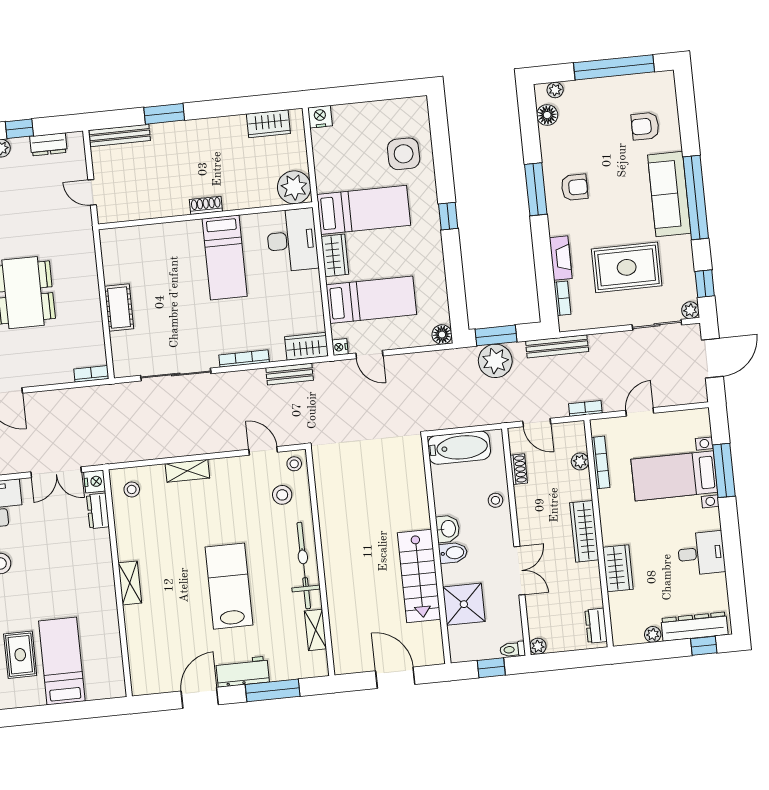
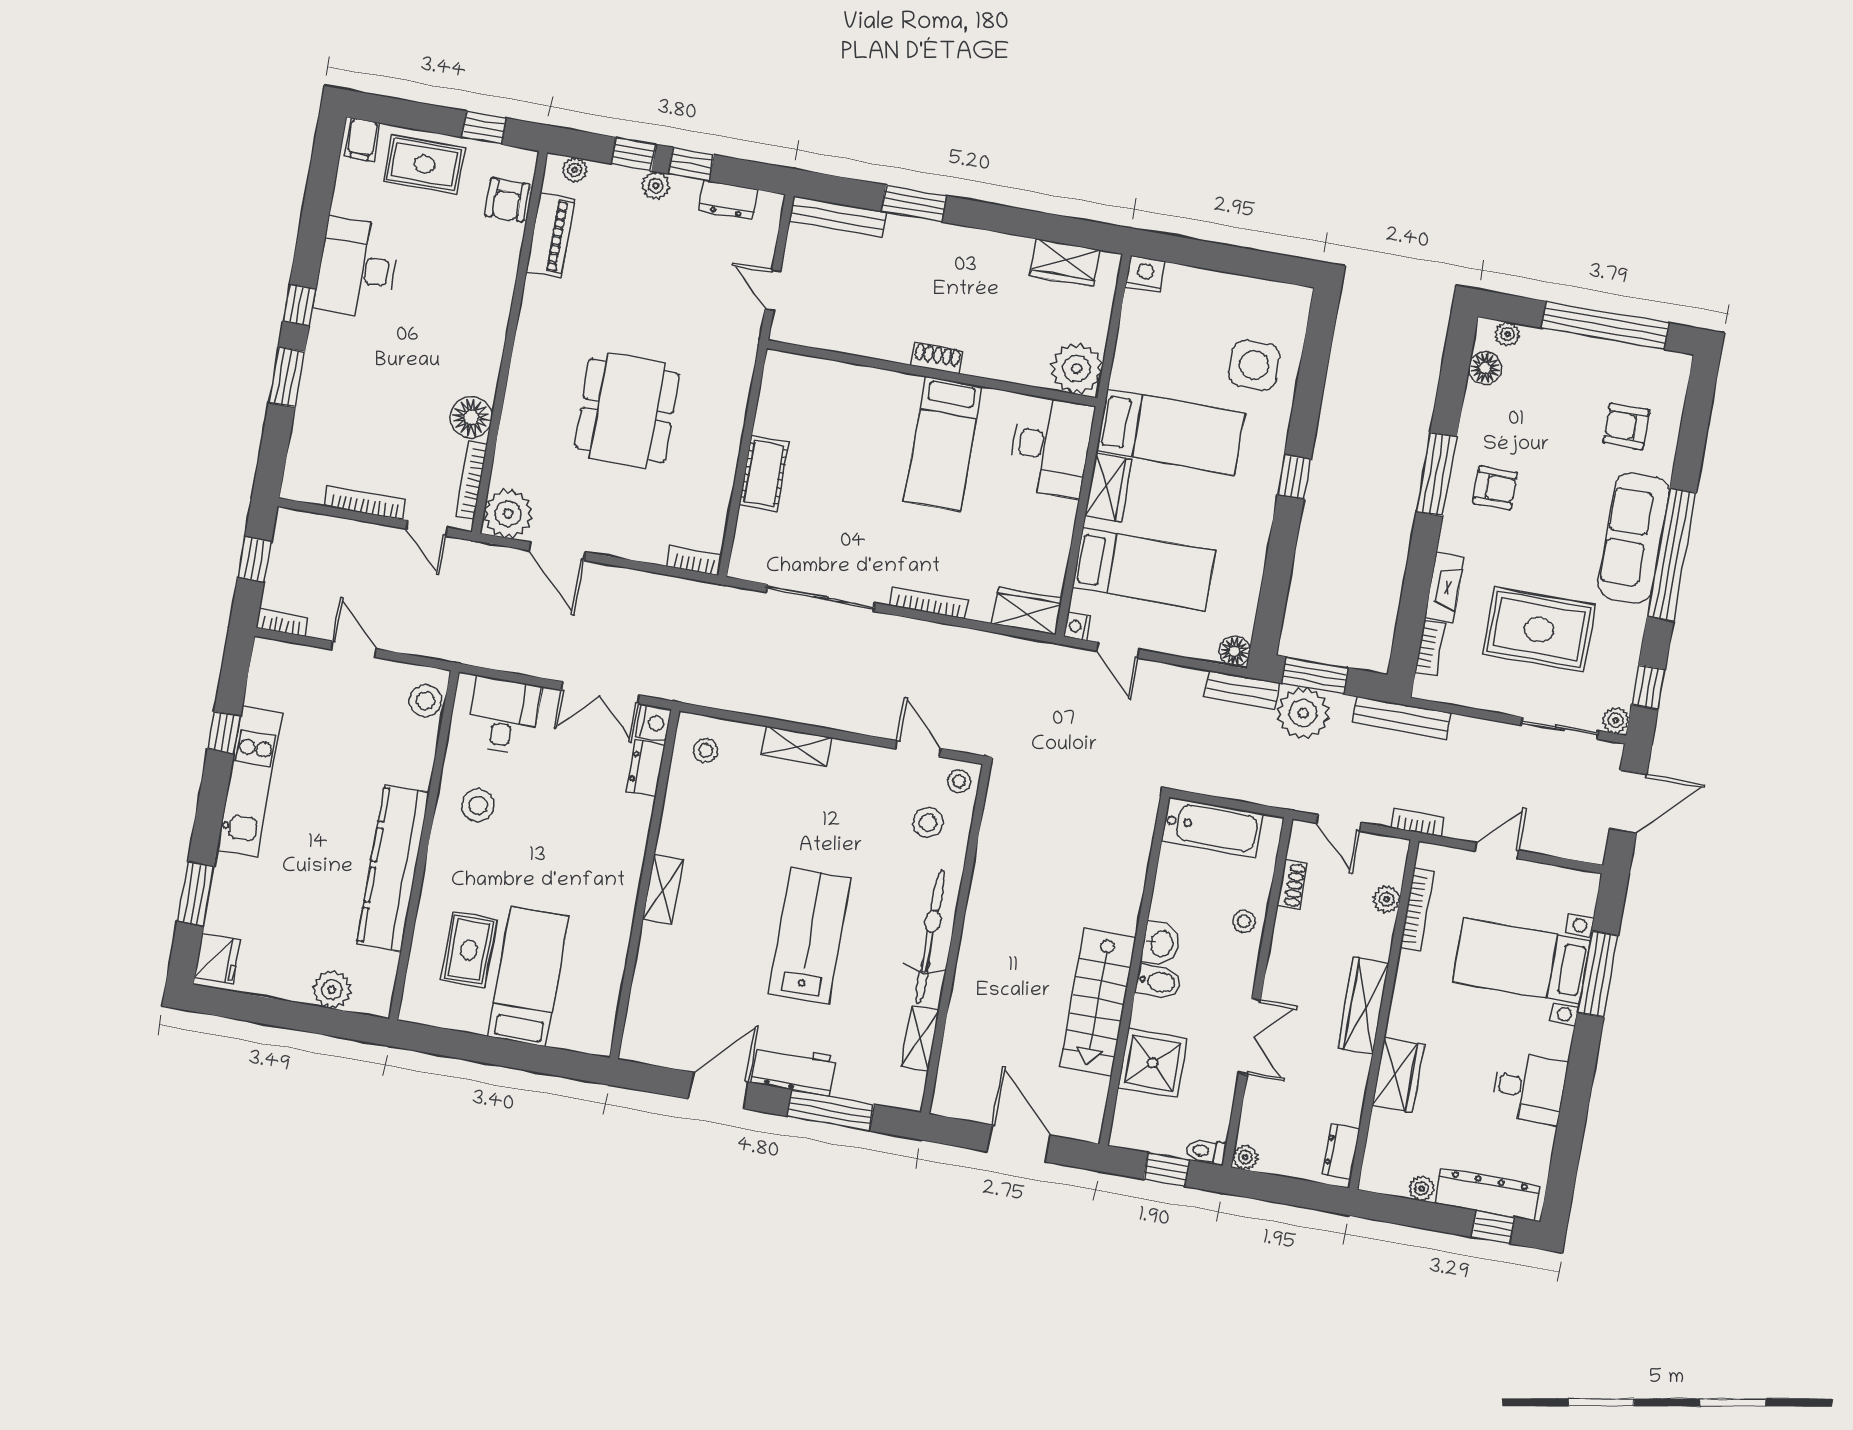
bench: (290, 374) -> (1242, 690), moved

